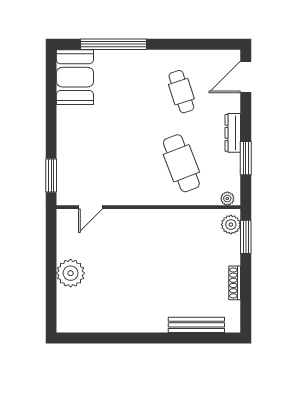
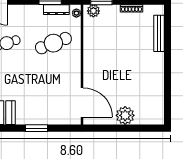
dresser: (233, 133) -> (56, 10), moved
window: (51, 175) -> (37, 128), moved
door: (91, 207) -> (82, 102), width x1.87

